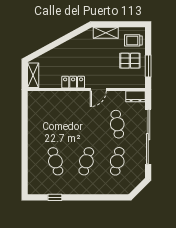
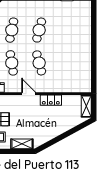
door: (98, 90) -> (29, 94), hinge flipped
cafe table: (55, 161) -> (39, 63), moved

